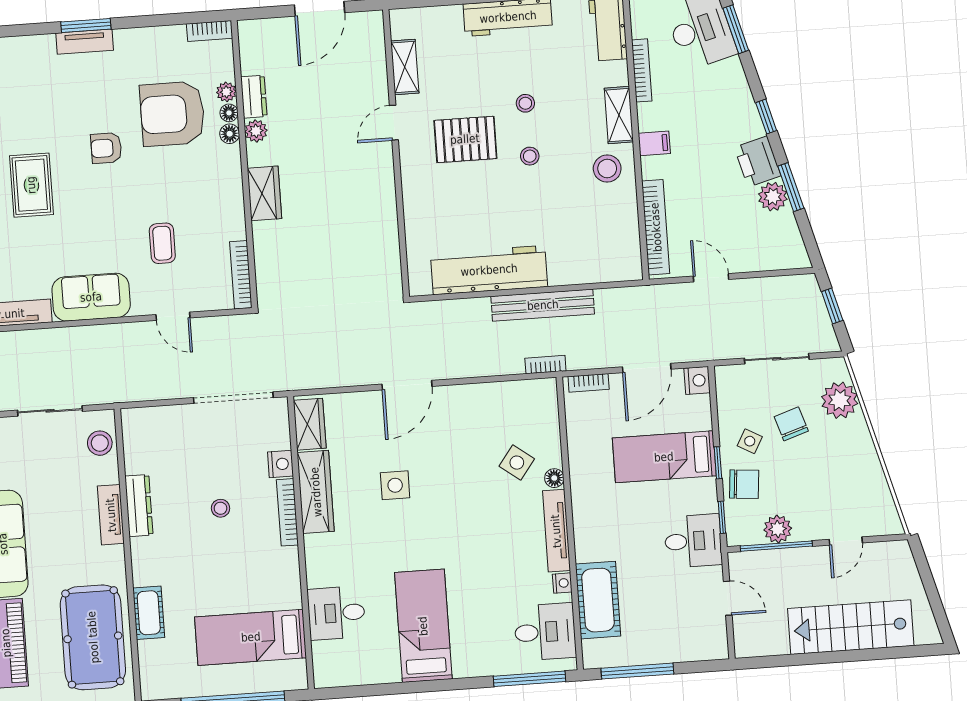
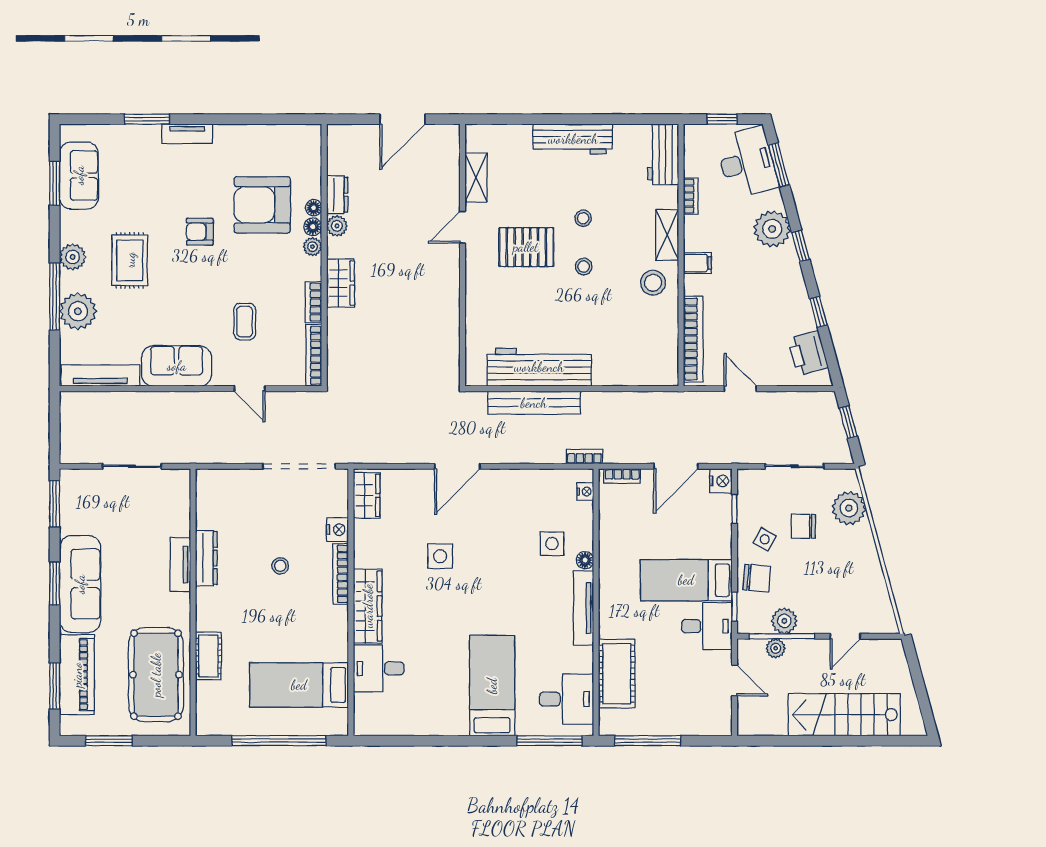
window: (86, 25) -> (147, 119), moved
bookcase: (210, 31) -> (314, 302), moved, turned 90
bookcase: (642, 70) -> (691, 196), width x0.64
plant: (226, 92) -> (313, 247), moved
printer: (758, 161) -> (808, 353), moved
window: (791, 187) -> (818, 312), width x0.67
plant: (773, 197) -> (772, 229), moved, width x1.36, depth x1.36
bench: (543, 305) -> (534, 403), moved
chair: (791, 424) -> (803, 526), turned -72
stool: (100, 443) -> (175, 499), removed
bed: (664, 457) -> (686, 580), moved
side table: (517, 463) -> (552, 544), turned -37
window: (718, 463) -> (734, 509), moved
wardrobe: (316, 492) -> (368, 606), moved
plant: (770, 560) -> (776, 648), added
nightstand: (562, 583) -> (585, 492), moved
bed: (423, 626) -> (492, 686), moved

